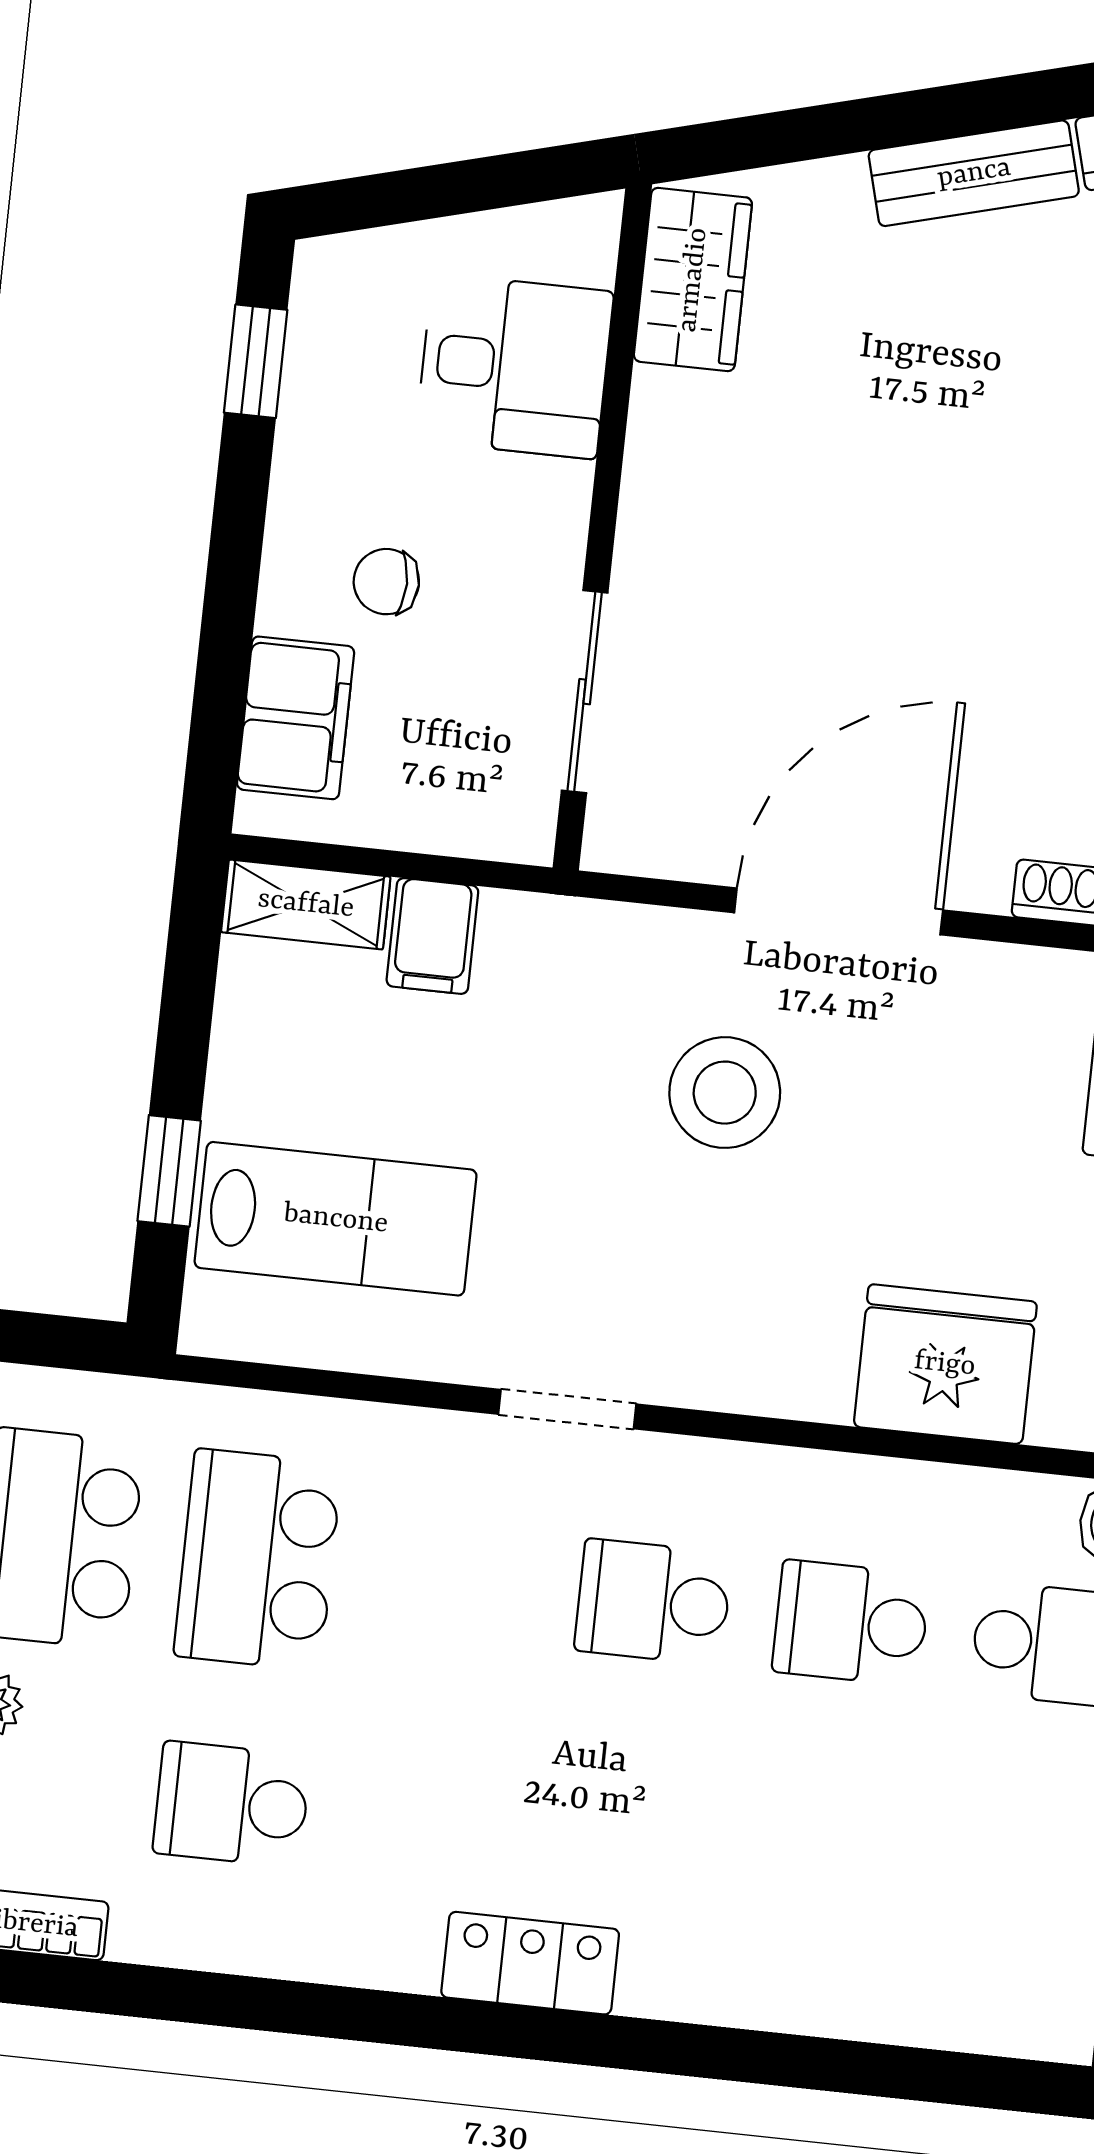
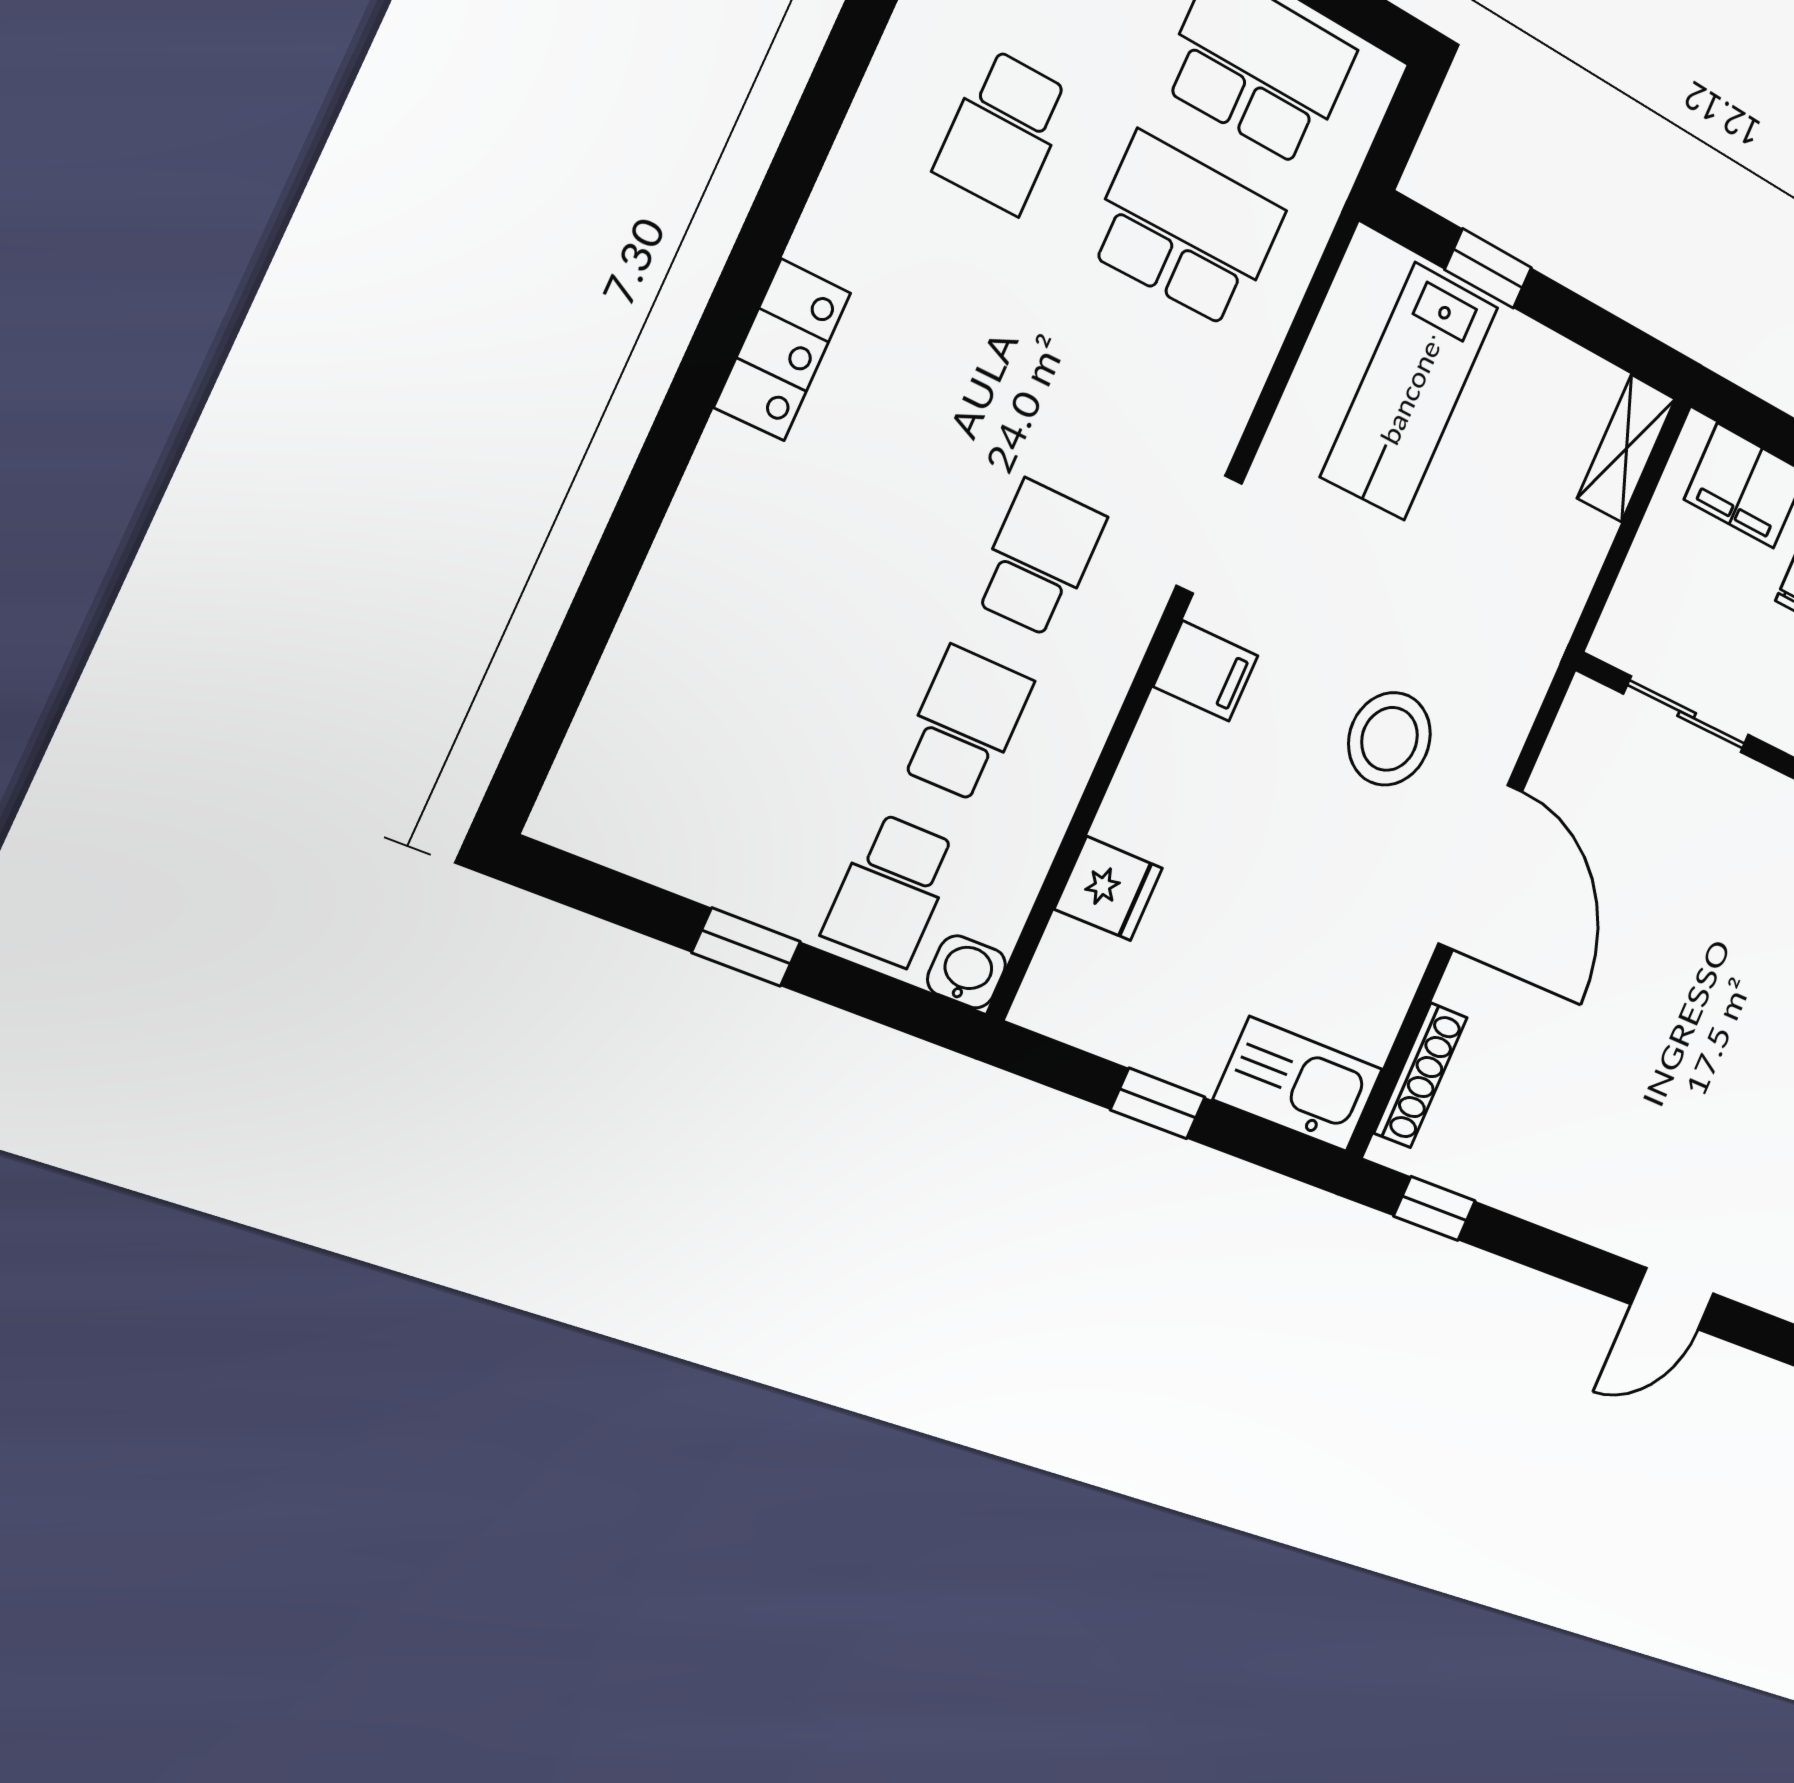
filing cabinet: (432, 936) -> (1206, 671), moved, turned 180
fridge: (945, 1364) -> (1109, 889), width x0.53, depth x0.75
school desk: (232, 1804) -> (1003, 132), turned 180

